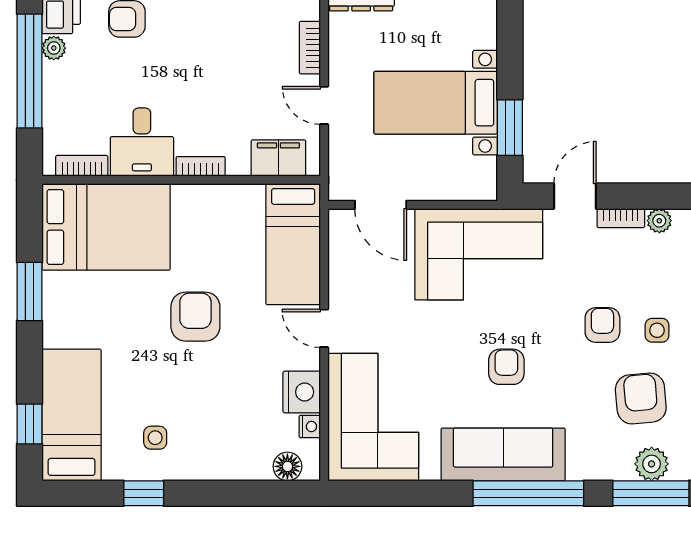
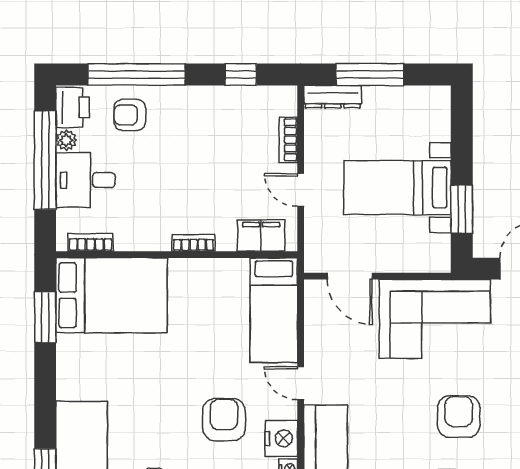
desk: (142, 142) -> (86, 180), moved, turned 90
window: (29, 292) -> (45, 317), moved
armchair: (195, 317) -> (224, 420), moved
armchair: (506, 367) -> (459, 417), width x1.38, depth x1.38

